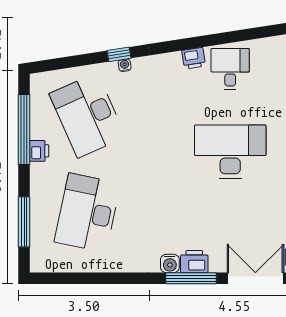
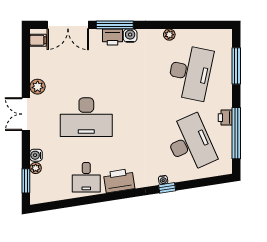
printer: (194, 58) -> (119, 181), width x1.87, depth x1.48
plant: (116, 265) -> (169, 35), added

